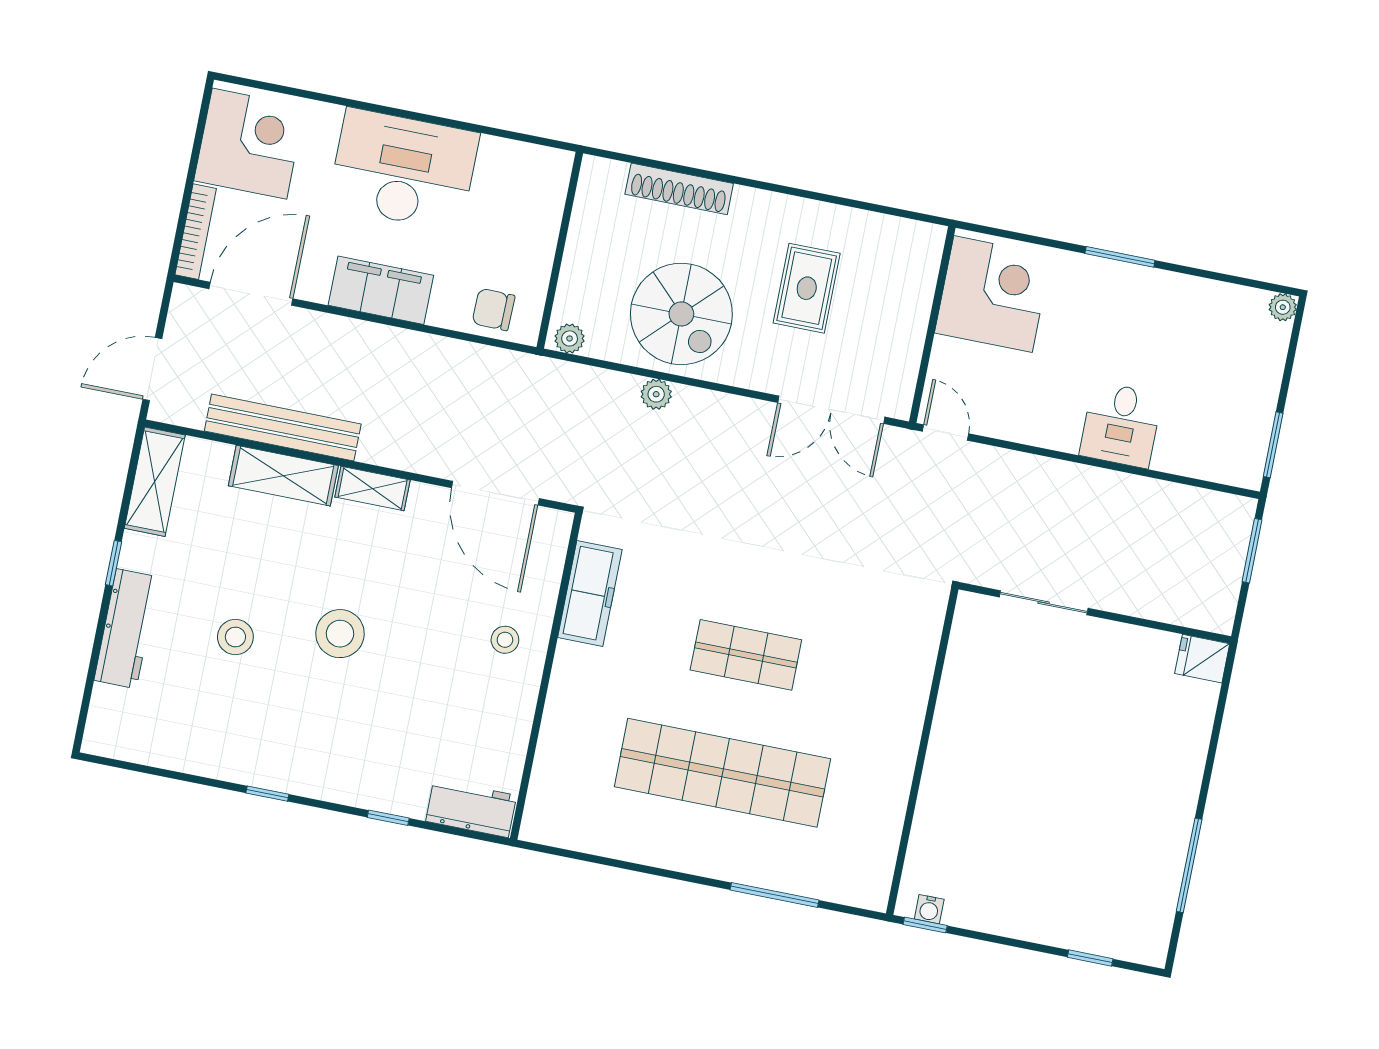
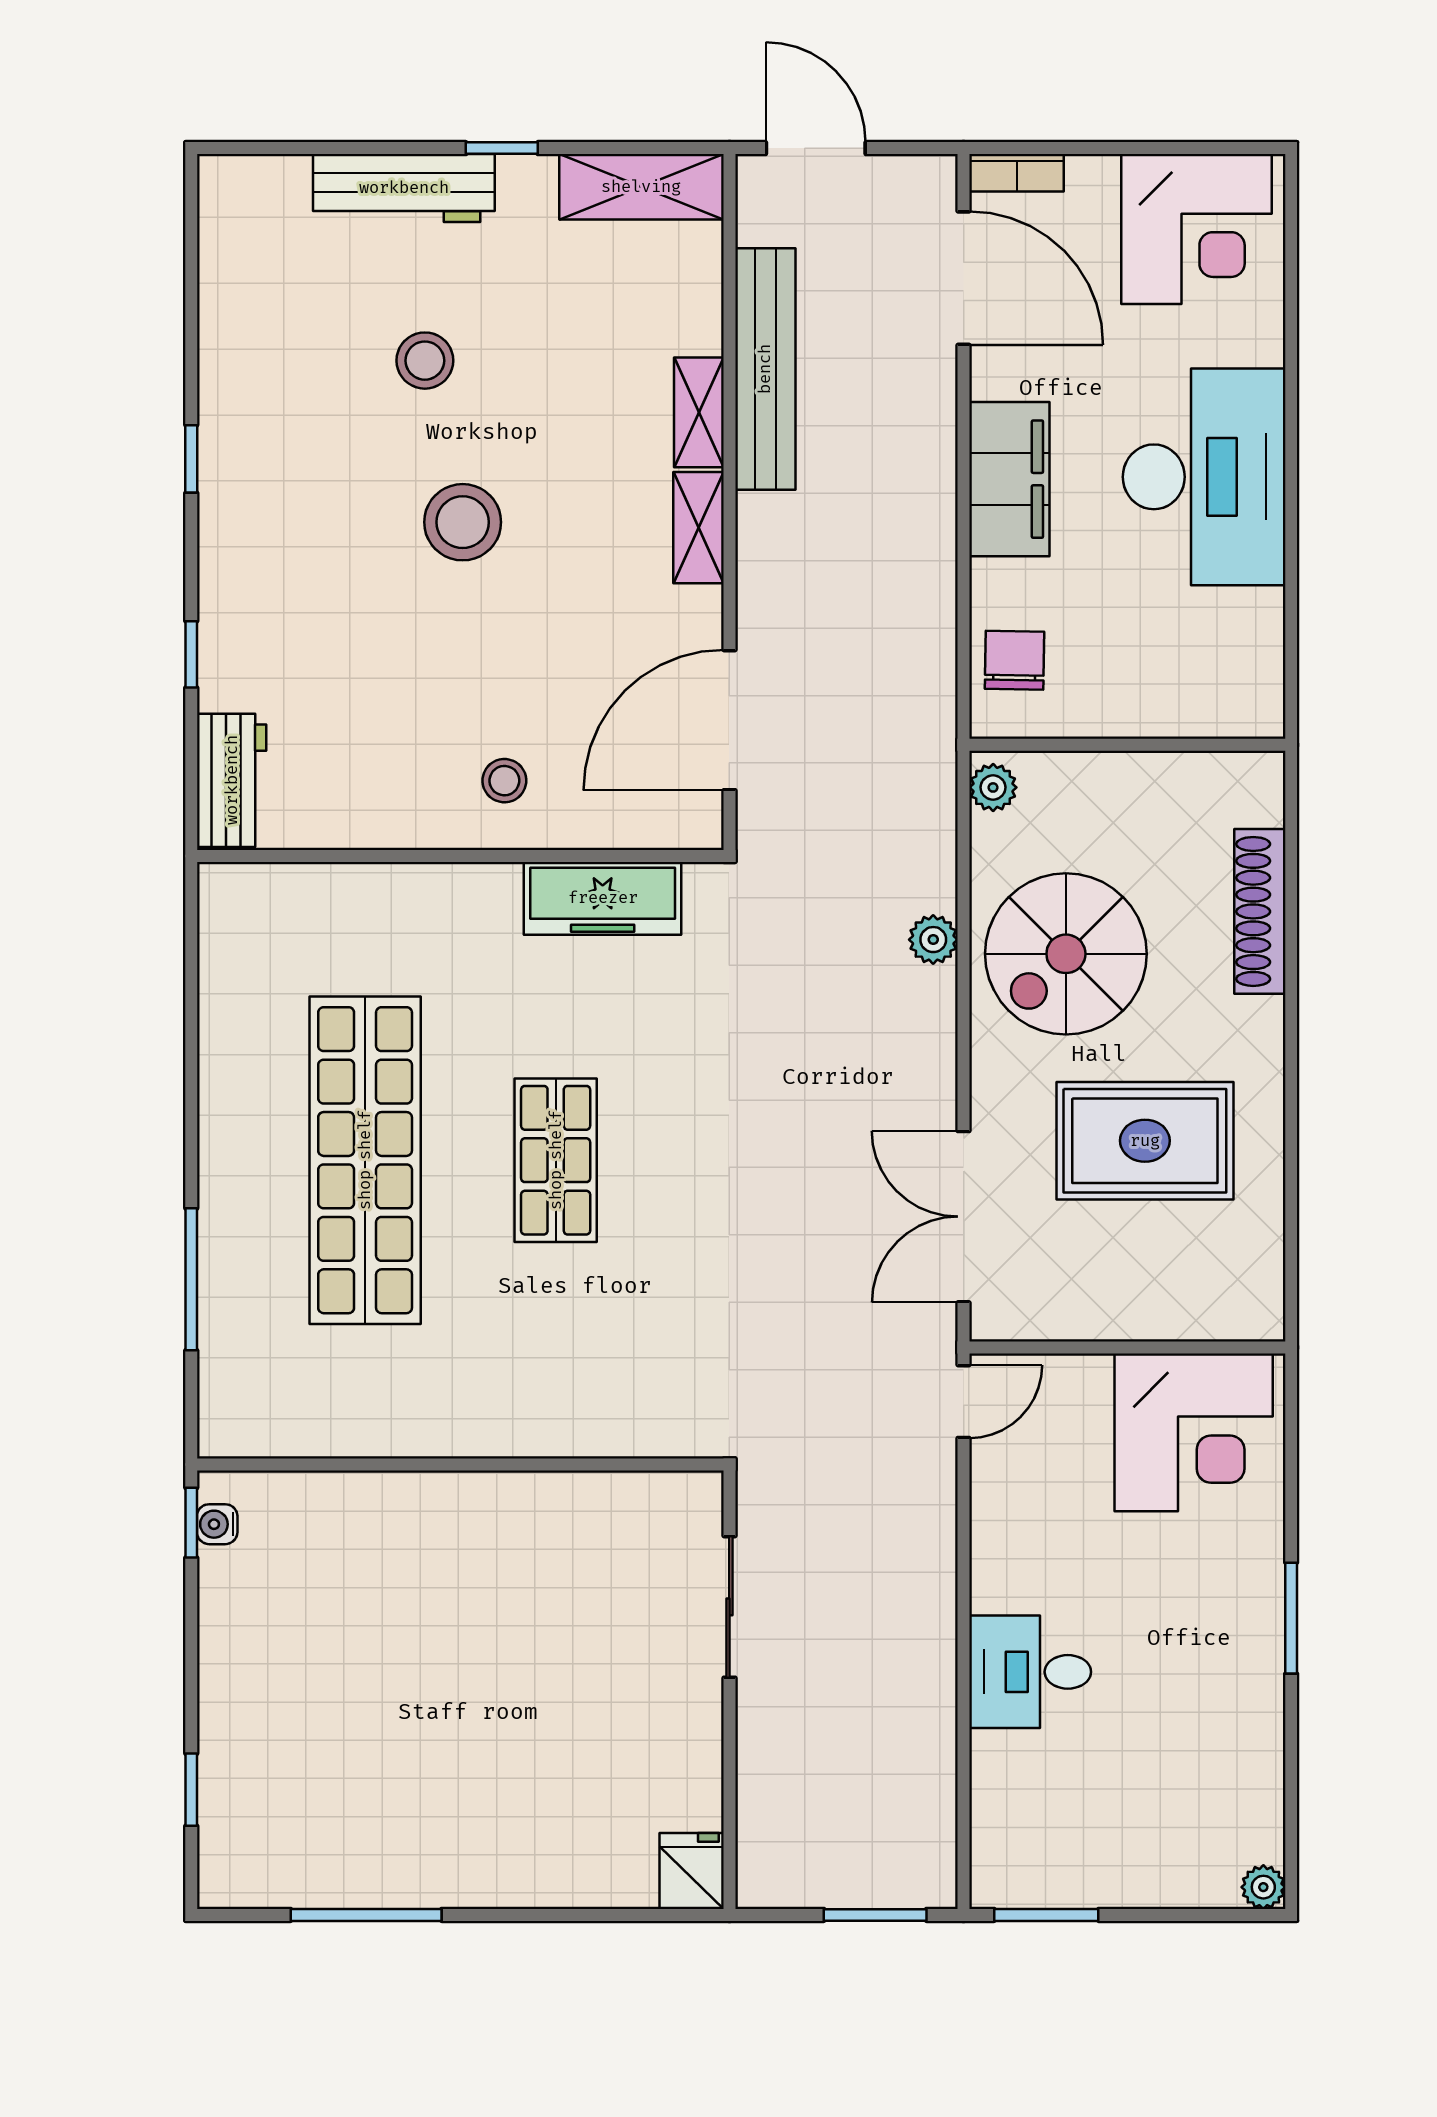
bookcase: (196, 232) -> (1017, 173), width x0.64
rug: (807, 288) -> (1145, 1141), width x1.36, depth x1.43
shelving: (283, 476) -> (699, 412), width x0.67, depth x0.75

